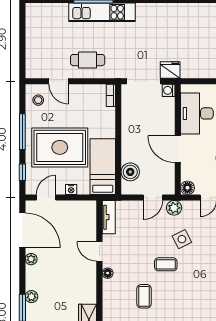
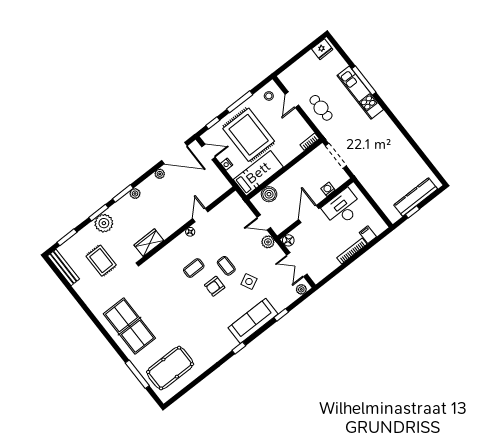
fridge: (170, 70) -> (322, 49), moved, turned 90
washing machine: (169, 90) -> (328, 189), moved
tv unit: (109, 217) -> (228, 203), removed
door: (22, 230) -> (174, 153), hinge flipped
side table: (182, 239) -> (249, 282), moved
armchair: (176, 290) -> (215, 286), added

